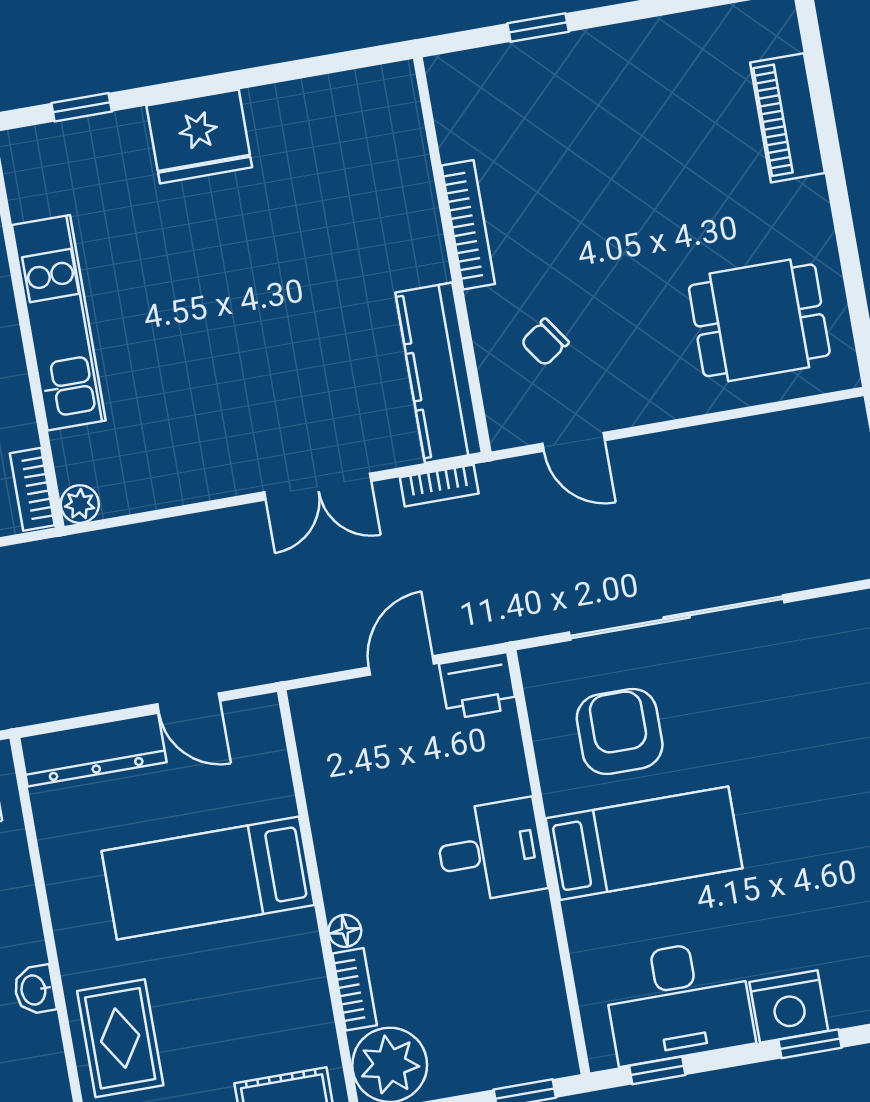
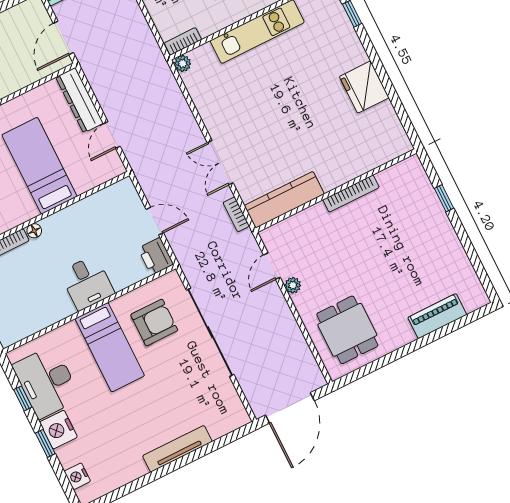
fridge: (199, 136) -> (364, 87), moved
chair: (545, 342) -> (311, 241), removed
plant: (628, 409) -> (293, 285), added
window: (657, 1070) -> (23, 398), moved

